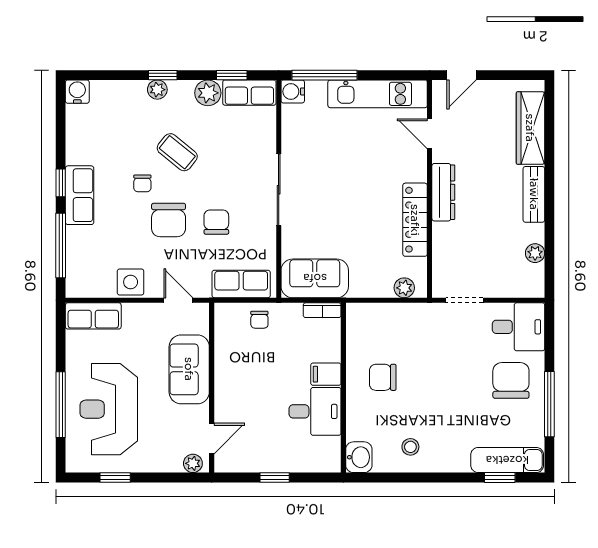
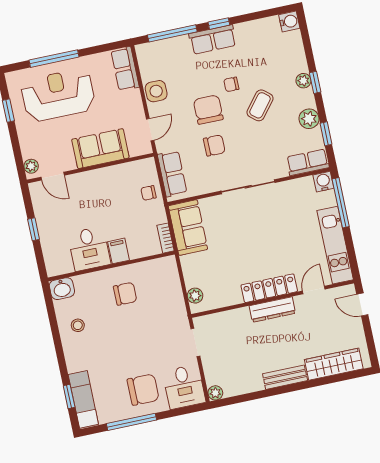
row of seats: (249, 93) -> (308, 162), moved, turned 90
chair: (169, 220) -> (208, 110), turned 90
locker: (415, 220) -> (269, 288), moved
plant: (535, 253) -> (215, 393), moved
chair: (383, 377) -> (125, 294), turned 90

